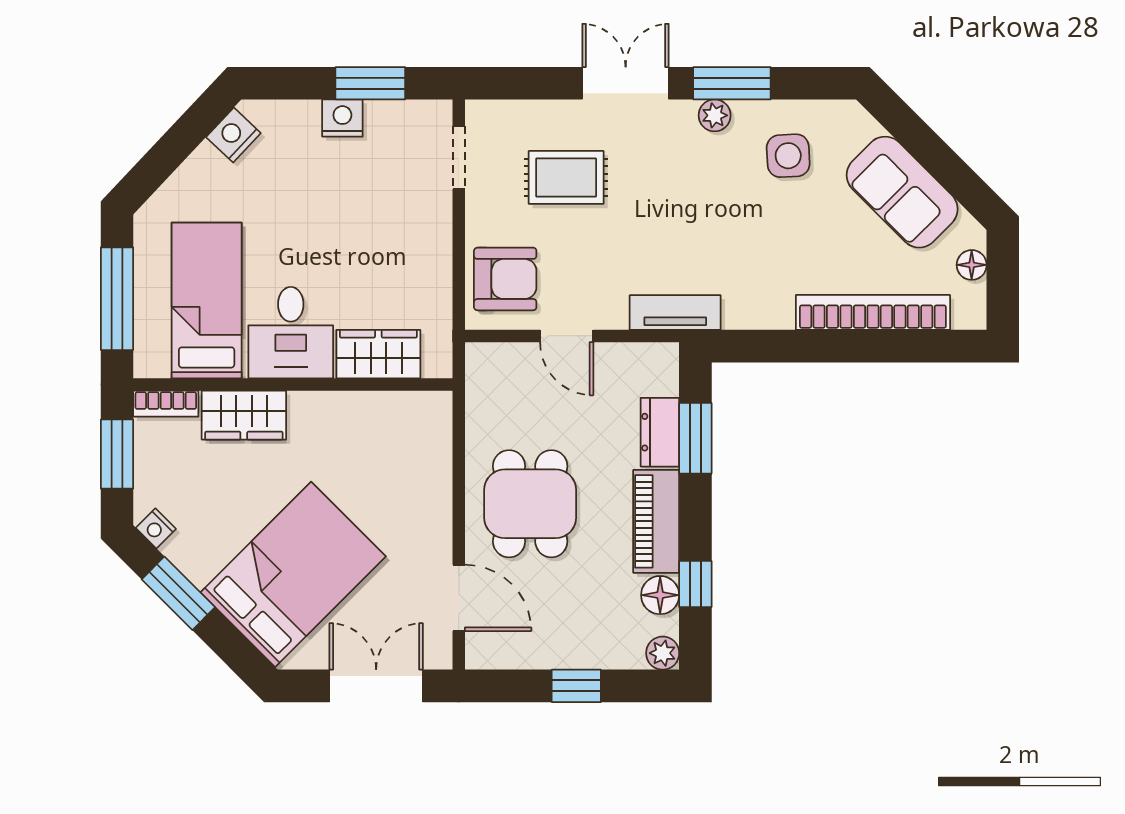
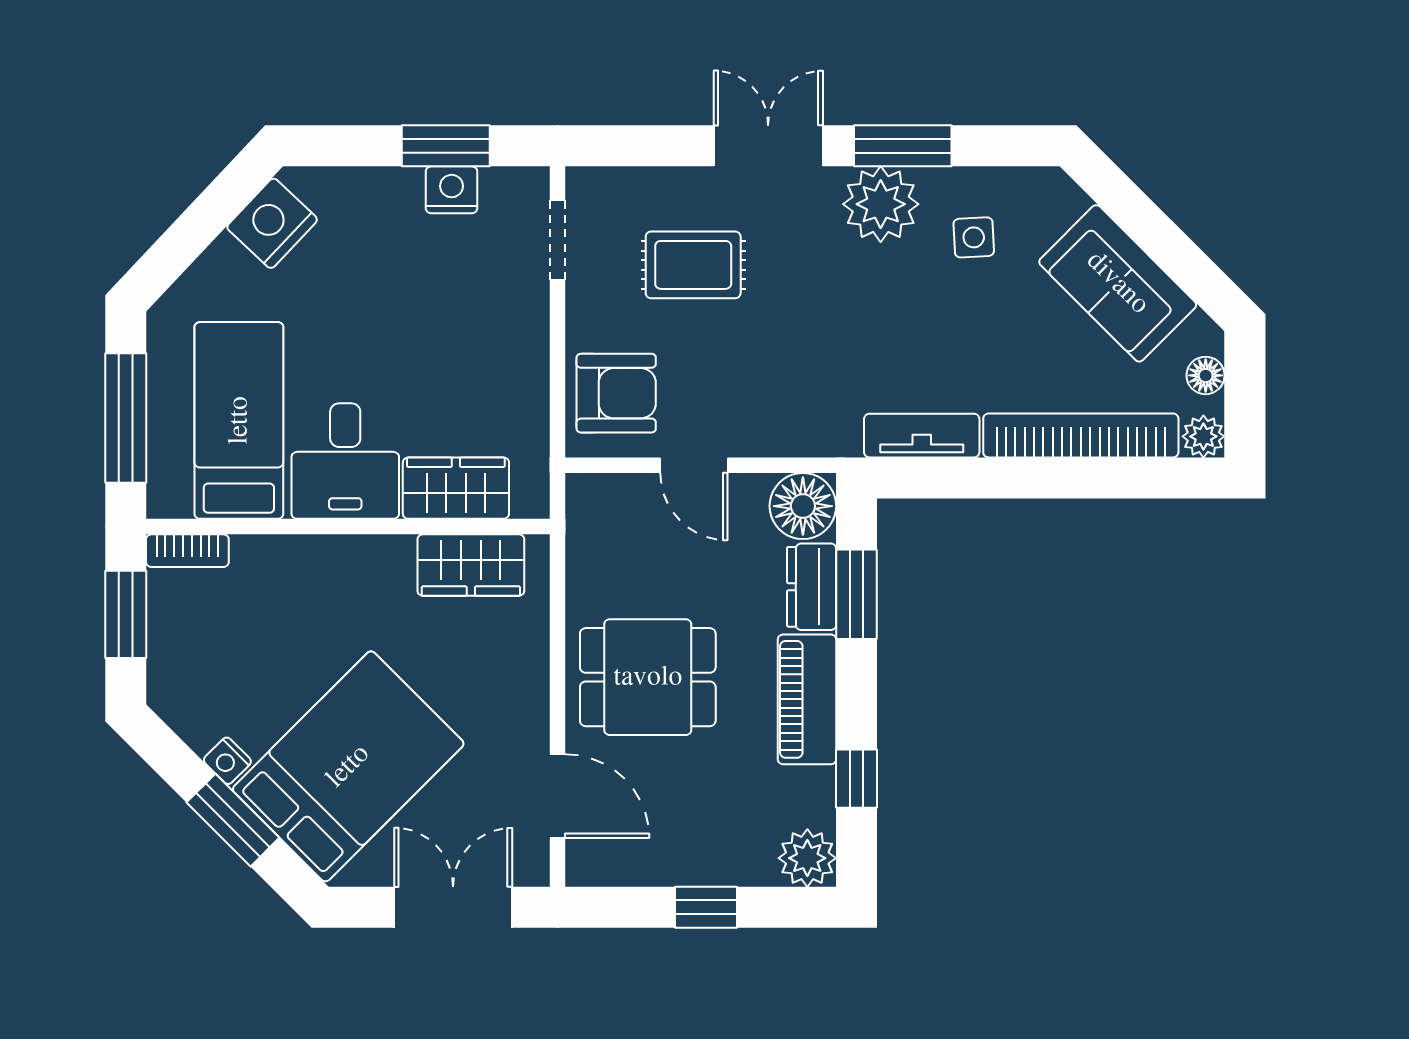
plant: (715, 115) -> (881, 204), width x1.88, depth x1.88
nightstand: (342, 118) -> (452, 190), moved
nightstand: (233, 135) -> (272, 223), width x1.36, depth x1.33
side table: (788, 156) -> (974, 237), width x0.73, depth x0.73
tv unit: (675, 313) -> (922, 436), moved
plant: (970, 313) -> (1203, 436), added
wardrobe: (244, 415) -> (471, 565), moved
dining table: (530, 504) -> (648, 677), turned 90
nightstand: (156, 528) -> (227, 761), moved
window: (178, 593) -> (233, 820), moved
floor lamp: (660, 595) -> (803, 506), moved, width x1.38, depth x1.38
plant: (663, 653) -> (807, 858), width x1.38, depth x1.38

